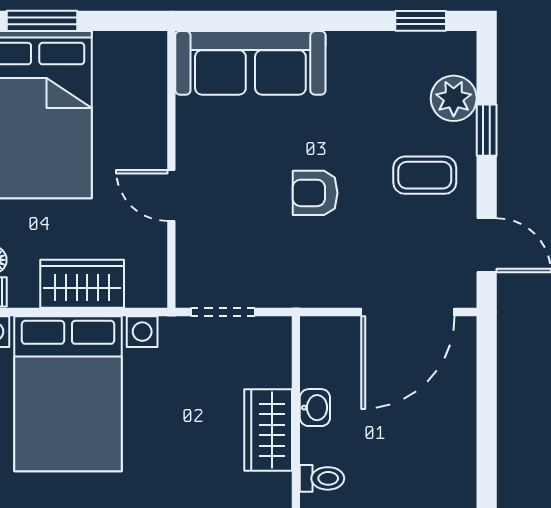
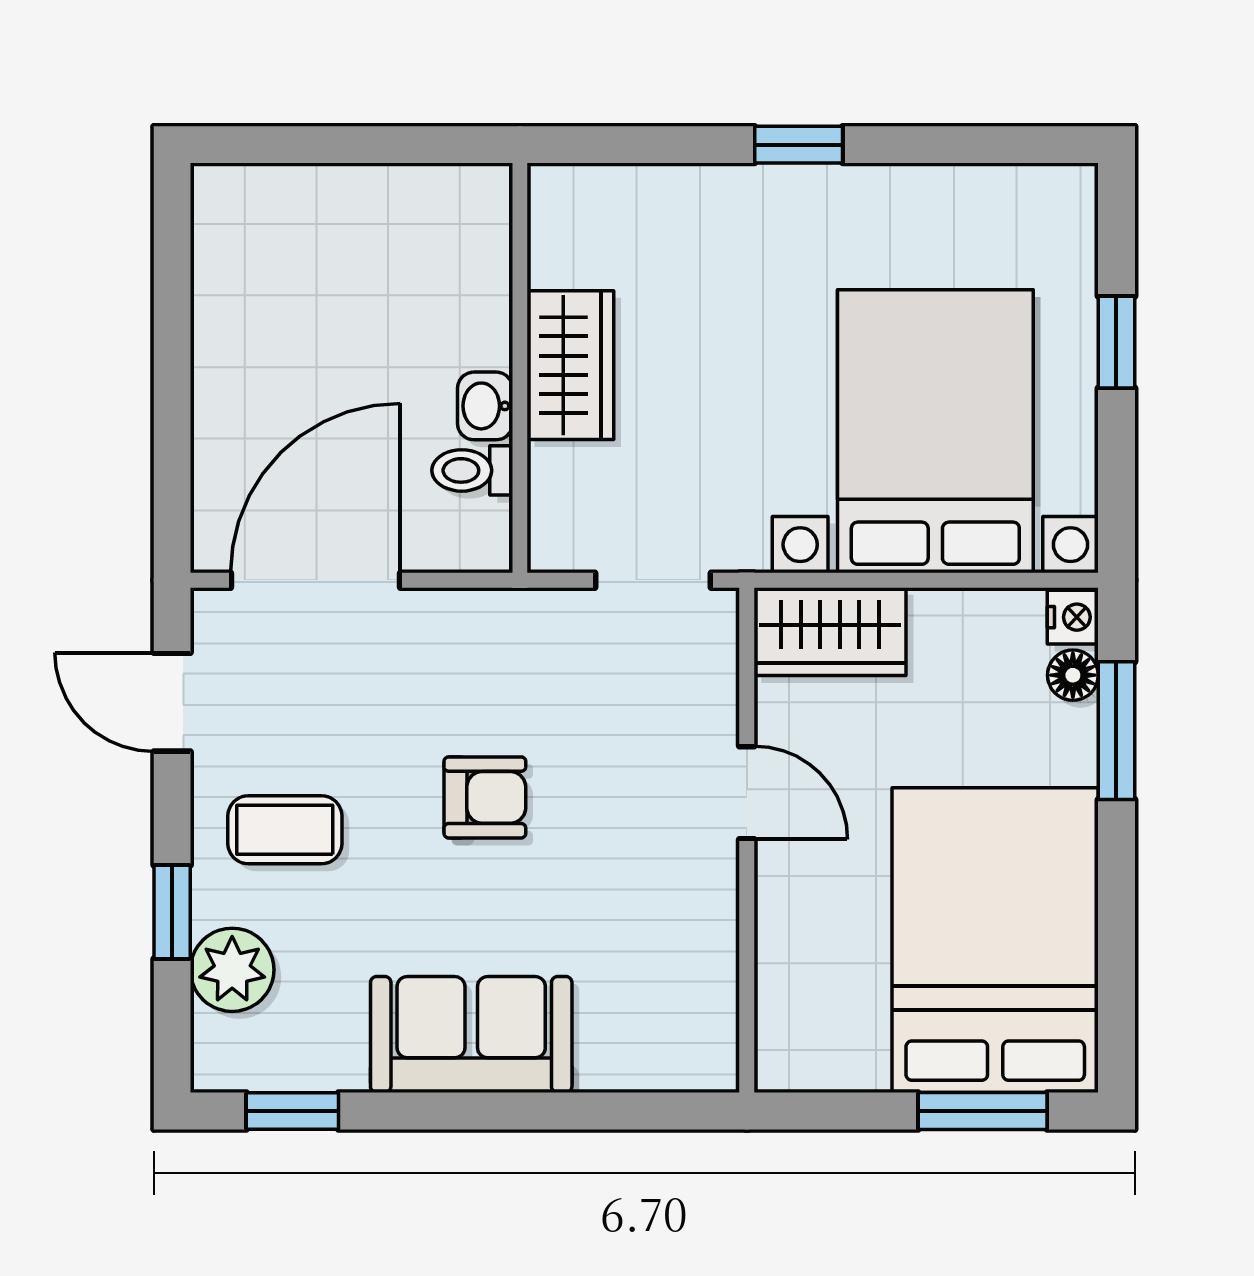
sofa: (250, 63) -> (471, 1035), moved, width x0.73
wardrobe: (82, 284) -> (830, 632), moved
toilet: (322, 478) -> (472, 470), moved

